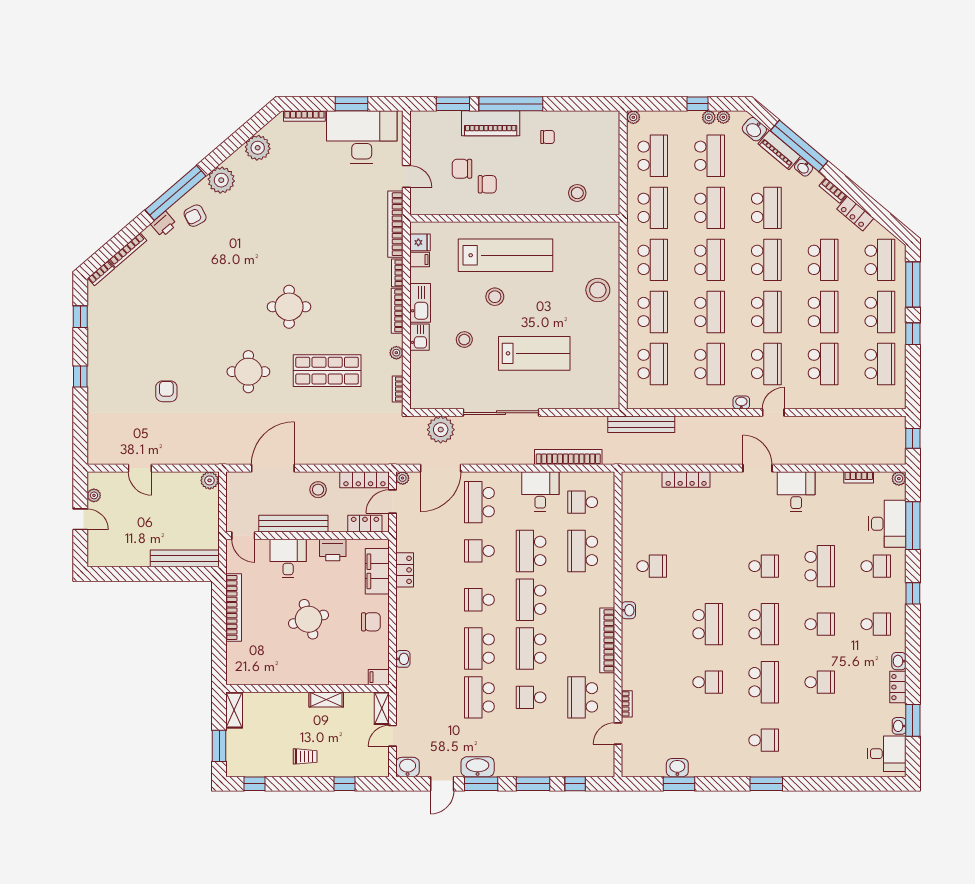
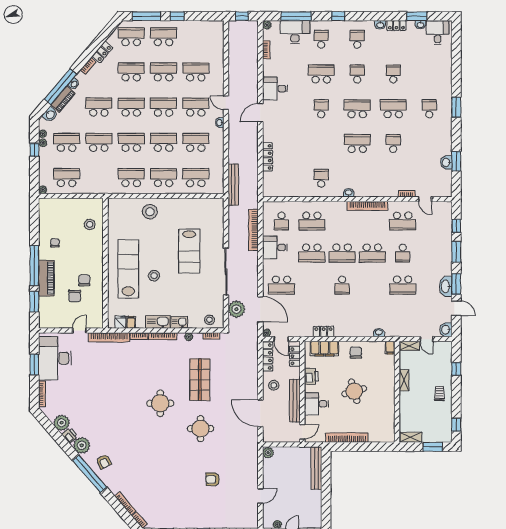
school desk: (653, 208) -> (99, 178), removed
printer: (164, 224) -> (70, 435), moved
stool: (464, 340) -> (209, 320), moved
lab bench: (534, 353) -> (189, 251), turned 180
school desk: (880, 364) -> (196, 37), removed
school desk: (479, 551) -> (312, 285), removed
school desk: (479, 649) -> (372, 285), removed

